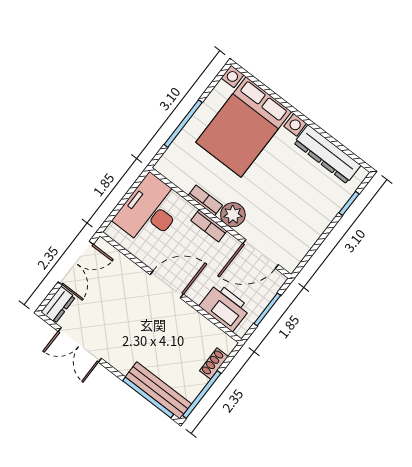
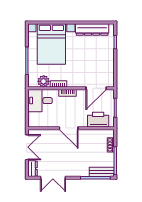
desk: (150, 211) -> (40, 101), width x0.73
plant: (233, 215) -> (44, 81), moved
door: (167, 284) -> (69, 128), swing flipped
bench: (158, 390) -> (102, 172), width x0.73

